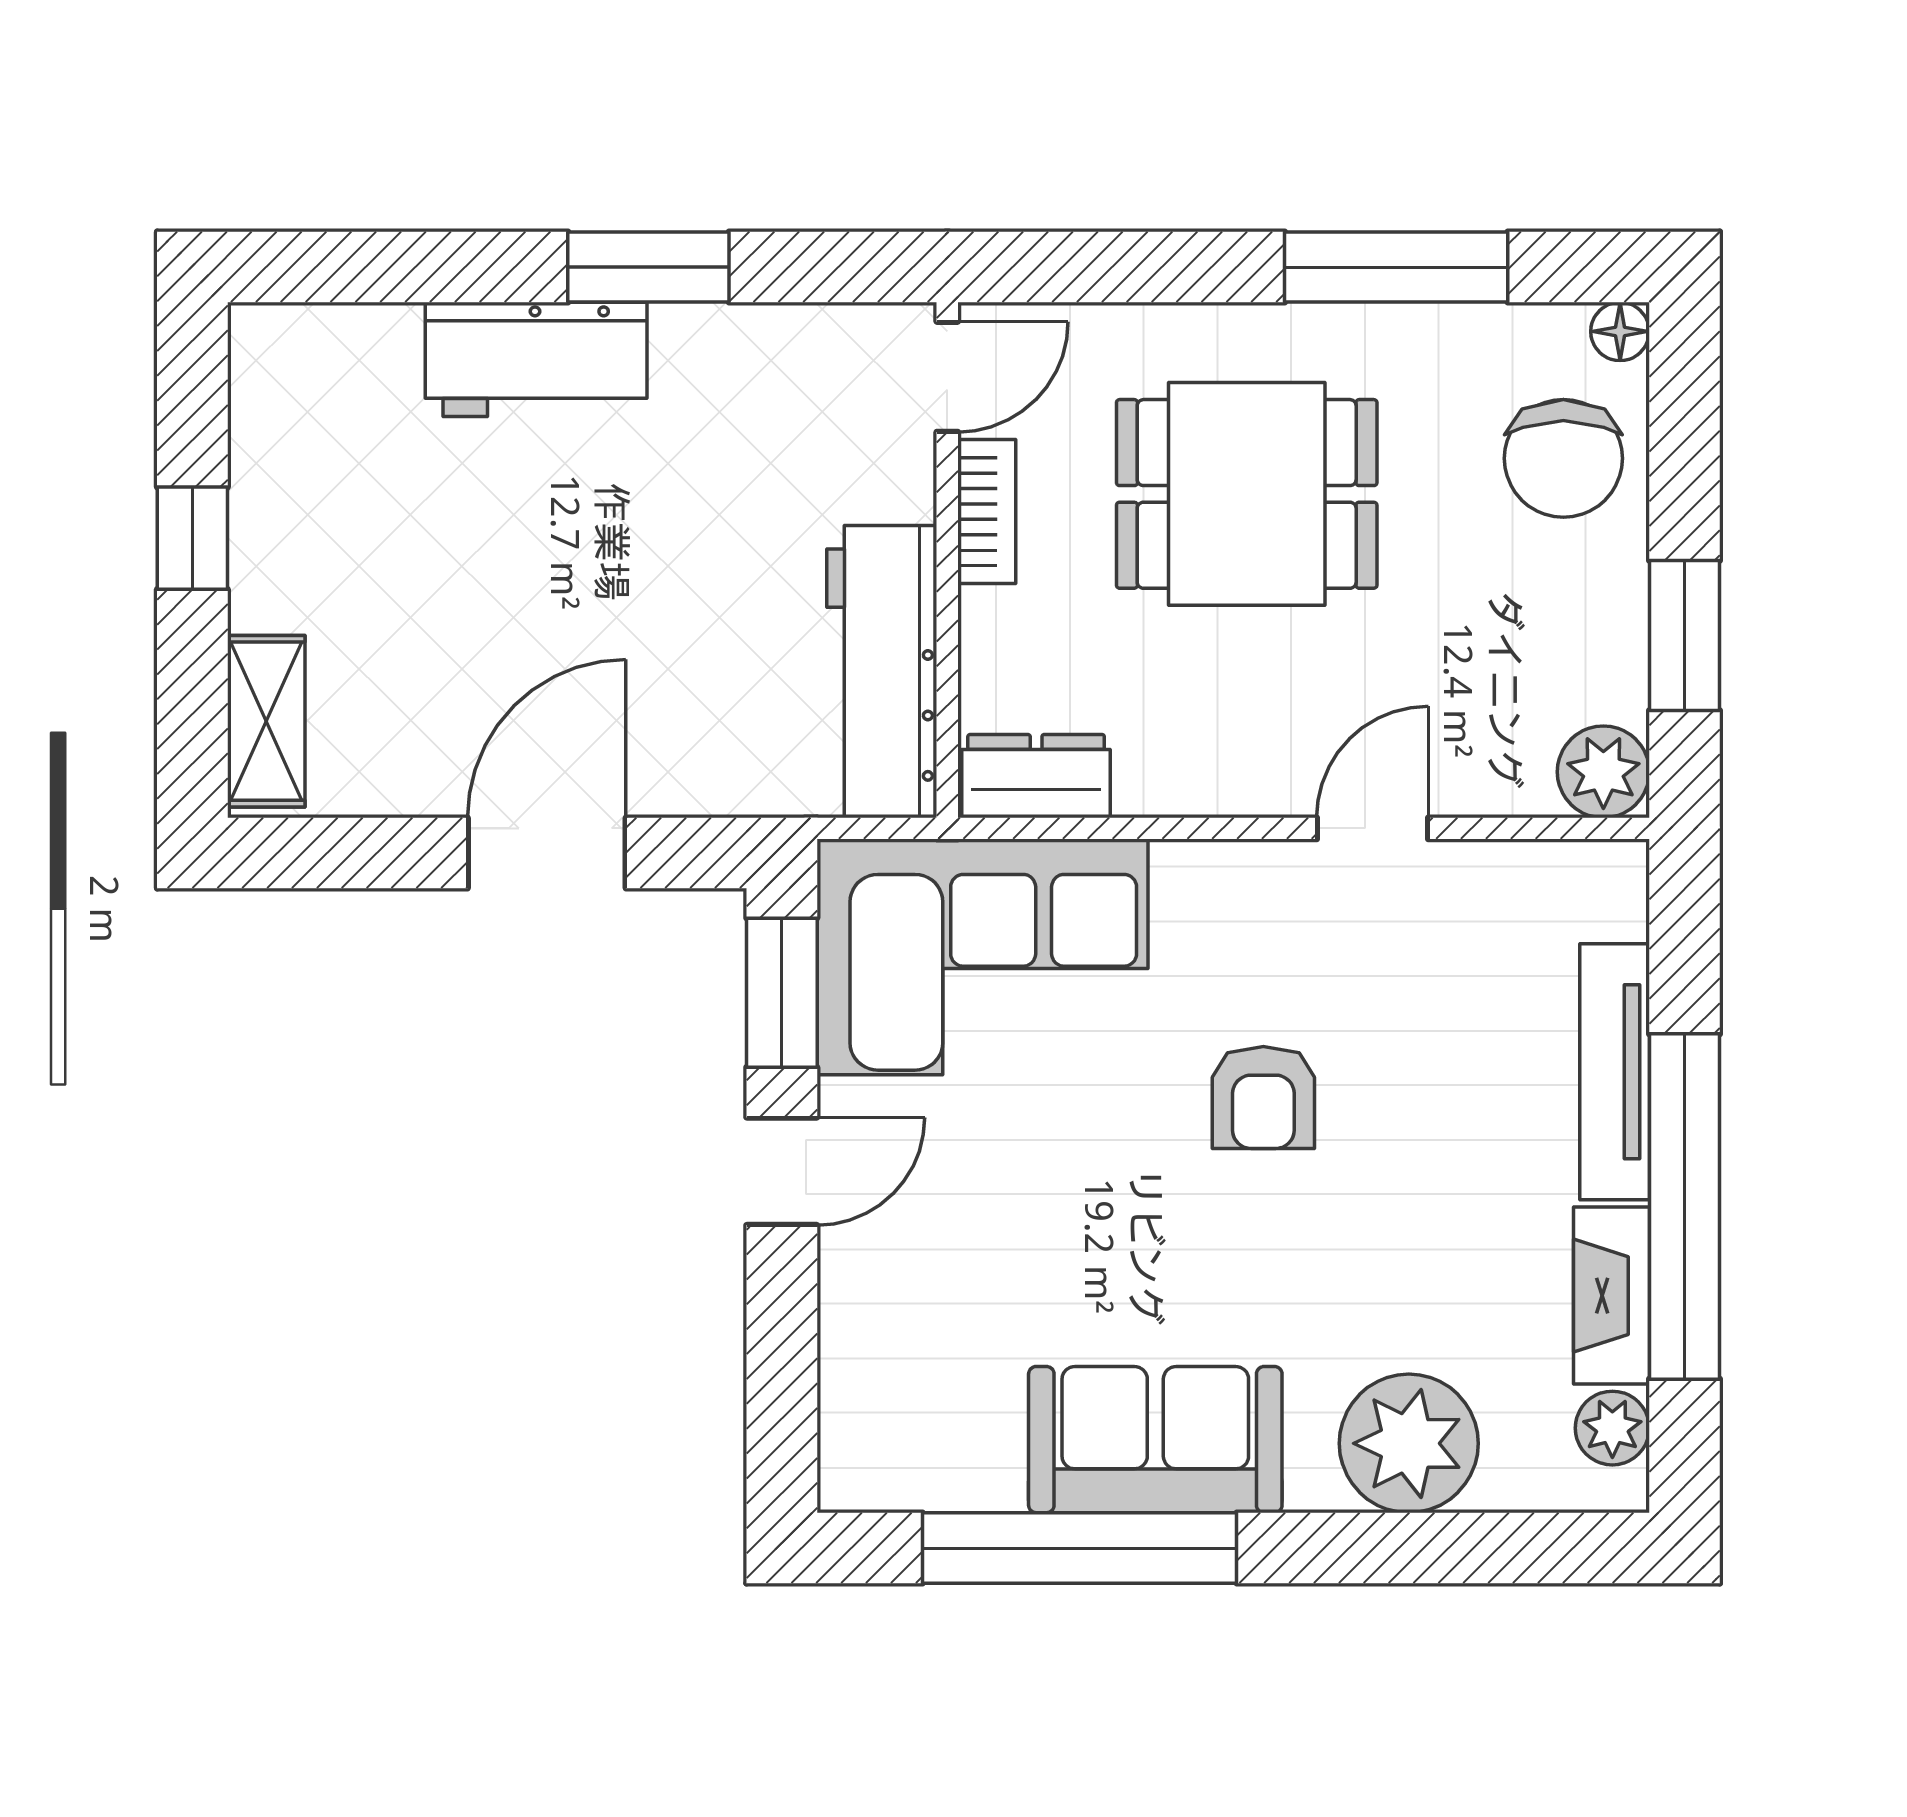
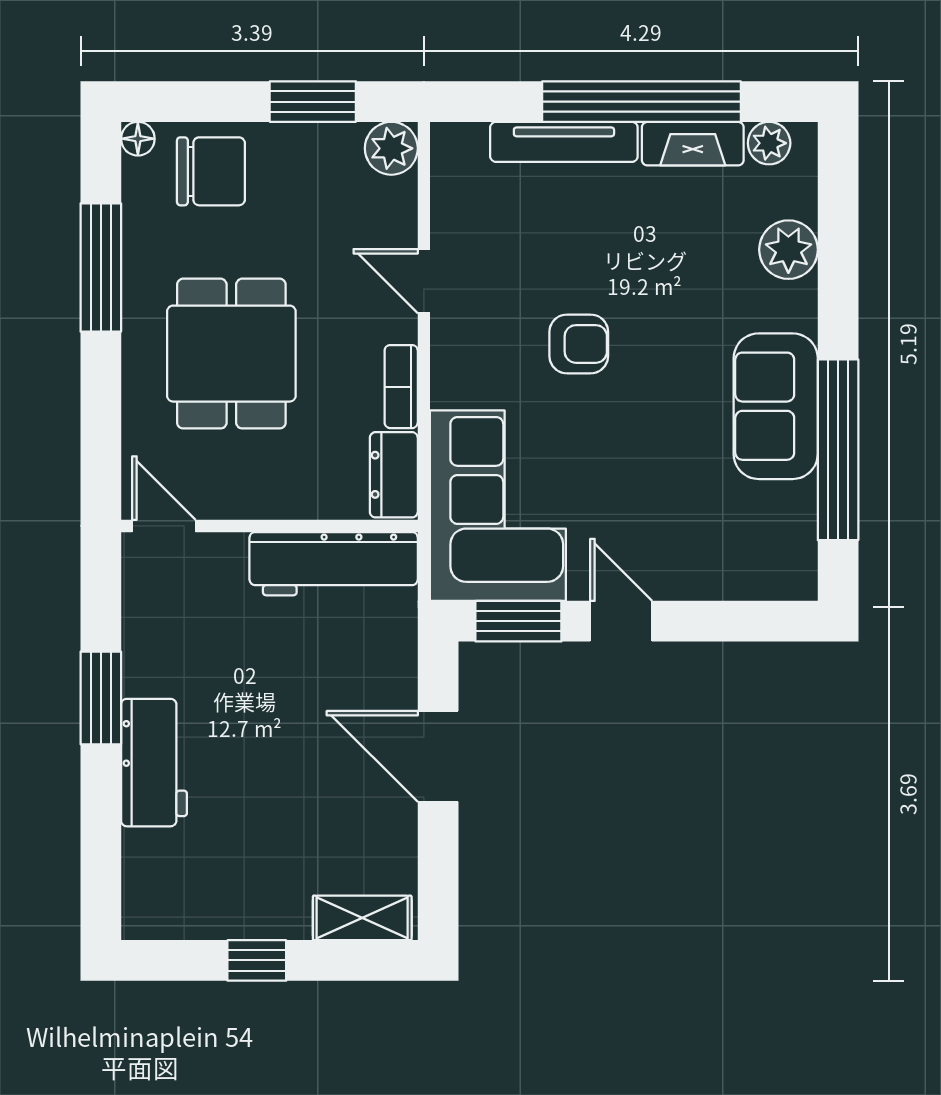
bookcase: (987, 512) -> (401, 387), moved, turned -90
plant: (1409, 1443) -> (788, 250), width x0.73, depth x0.73

